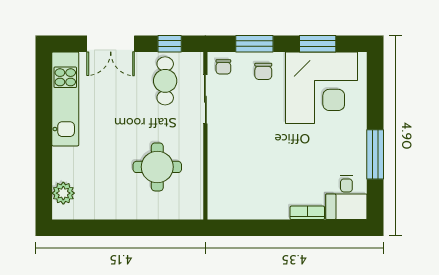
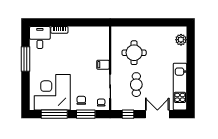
window: (318, 44) -> (54, 114), width x1.44
cafe table: (165, 81) -> (136, 85), moved
filing cabinet: (220, 143) -> (103, 65), added

